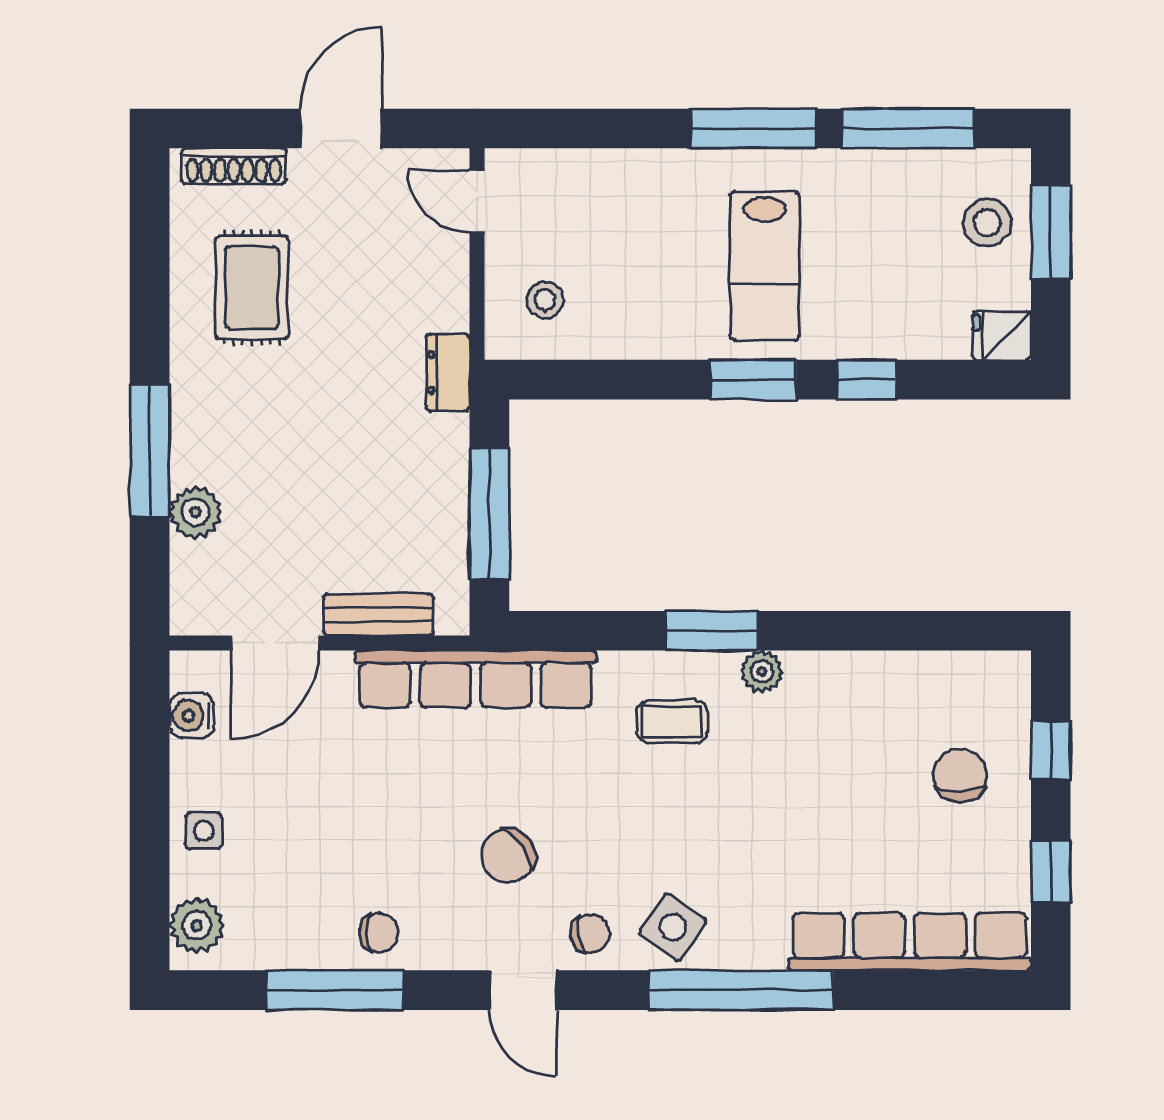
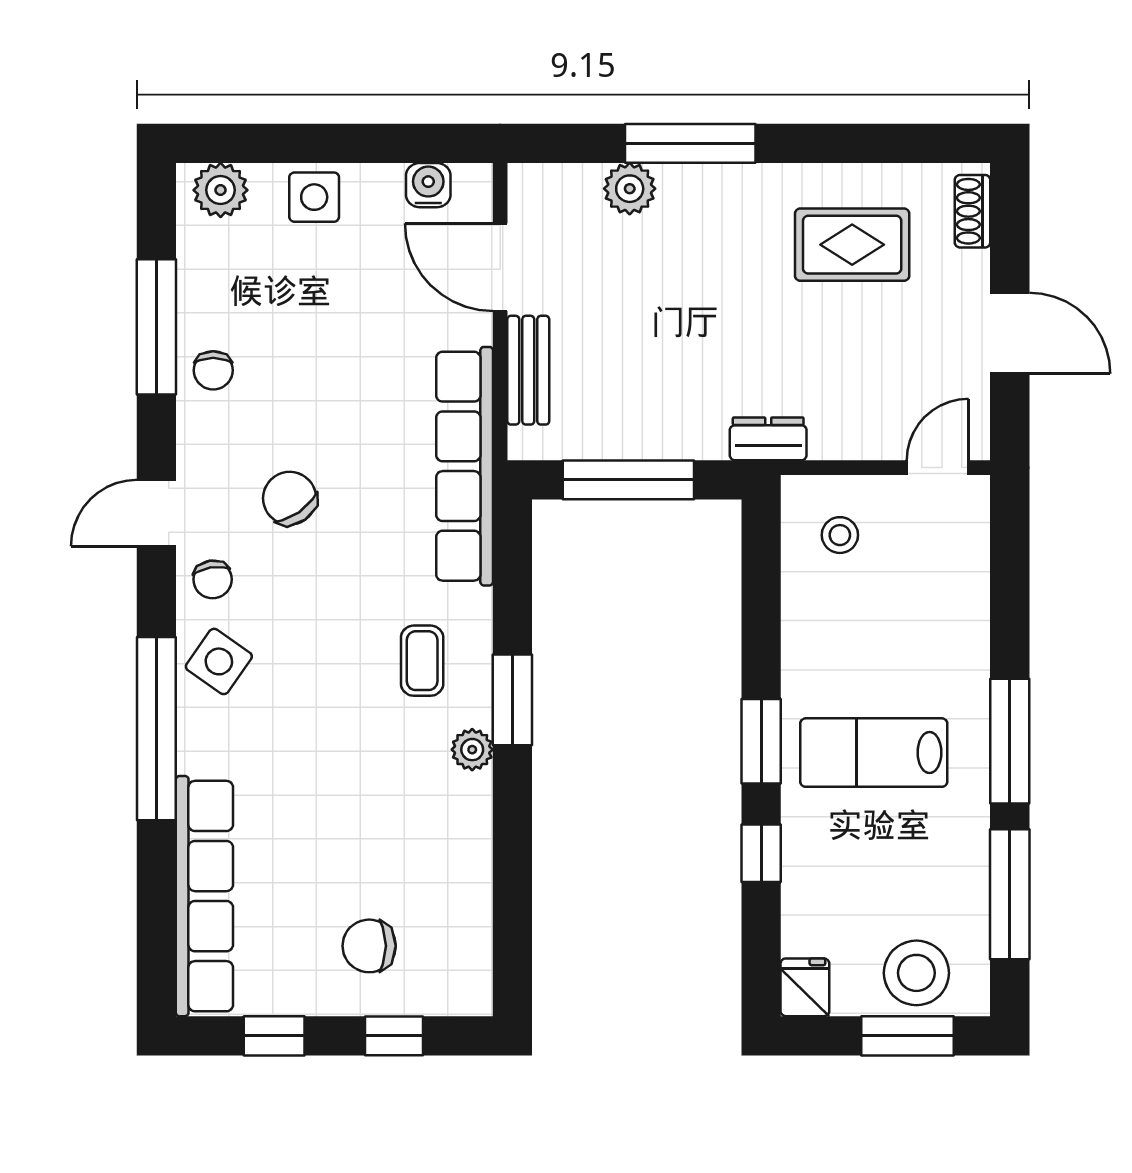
shoe rack: (234, 166) -> (973, 211), width x0.70
stool: (987, 223) -> (916, 973), width x1.38, depth x1.38
chair: (960, 775) -> (369, 946), turned 180
side table: (204, 831) -> (314, 197), width x1.37, depth x1.37

